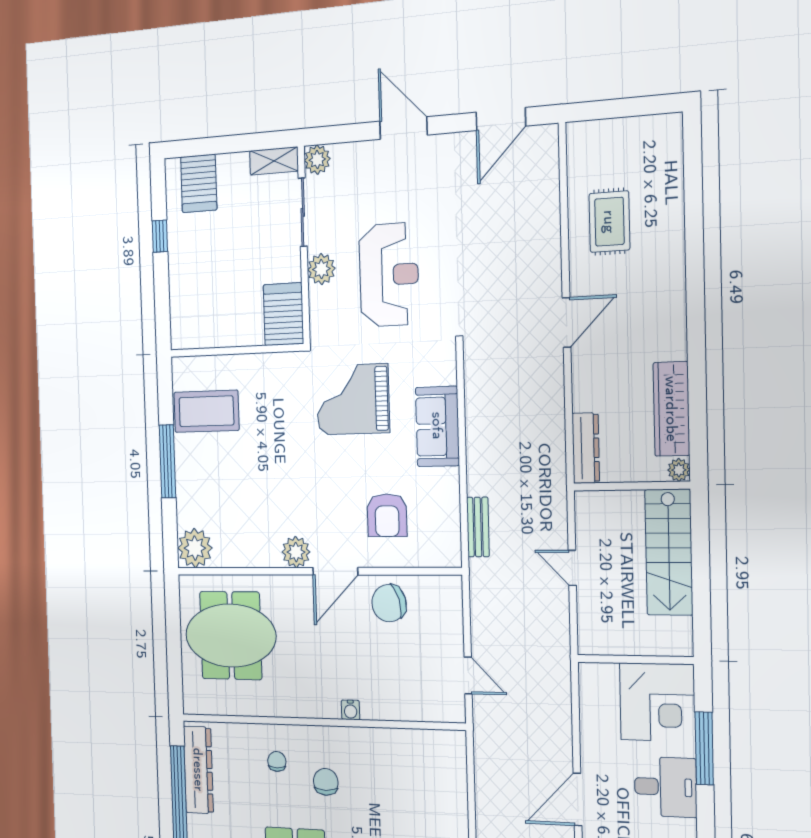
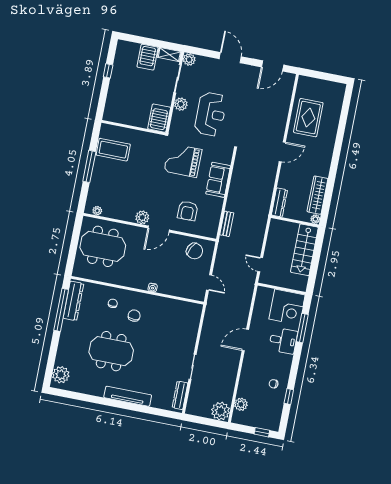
server rack: (199, 183) -> (148, 57), moved
rug: (609, 222) -> (308, 118), width x1.36, depth x1.43
plant: (195, 548) -> (97, 211), width x0.53, depth x0.53
door: (572, 568) -> (260, 265), moved
chair: (389, 603) -> (195, 251), moved, turned -136

